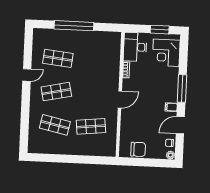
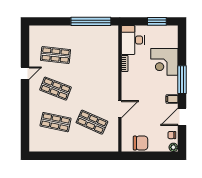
window: (74, 26) -> (91, 21), moved
corner desk: (166, 53) -> (164, 62), moved
shop shelf: (56, 92) -> (56, 89), turned 33
door: (120, 99) -> (120, 109), moved
shop shelf: (91, 126) -> (92, 122), turned 30

